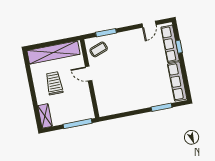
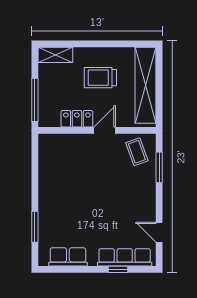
row of seats: (177, 81) -> (68, 257), width x0.68
trolley: (54, 83) -> (100, 78), turned 180
locker: (85, 93) -> (77, 119), added

